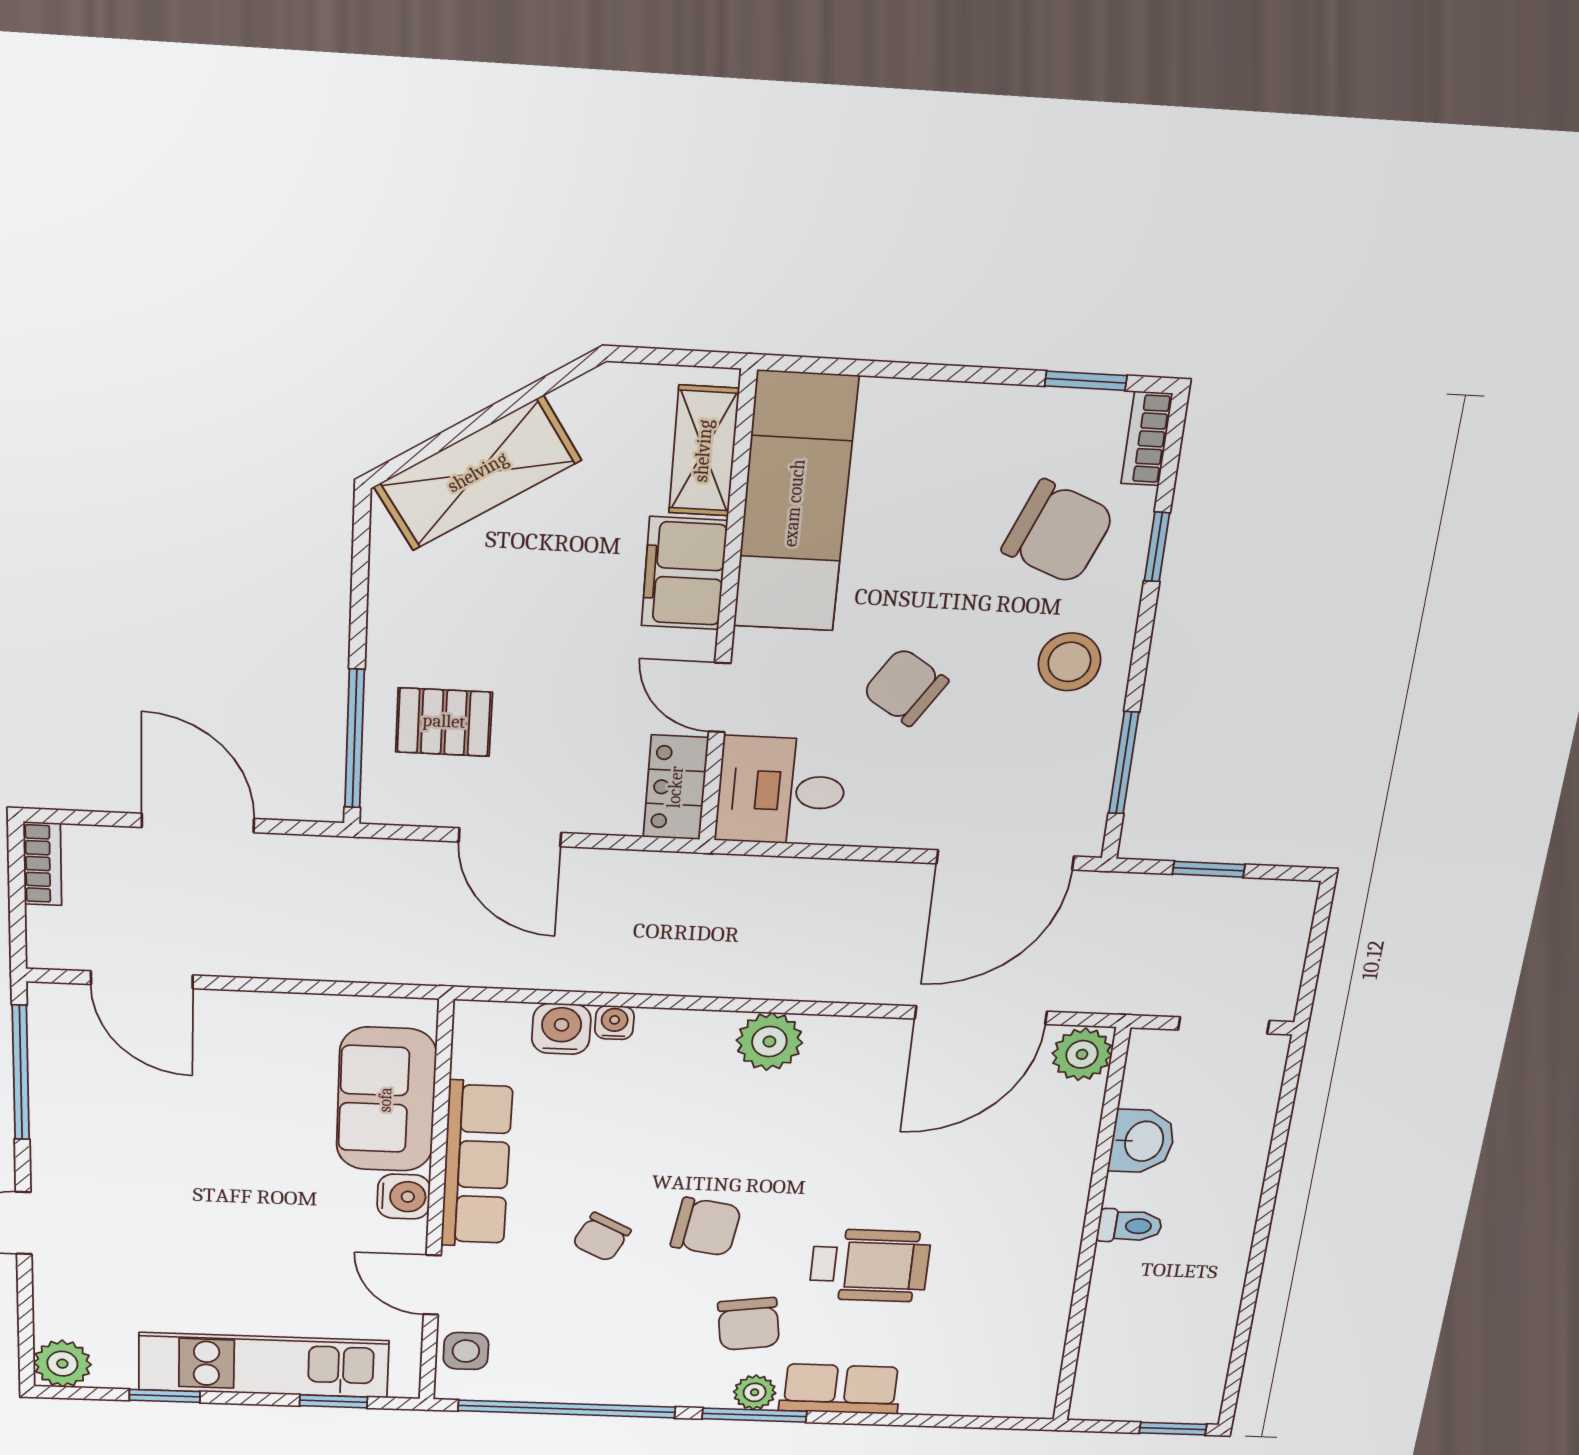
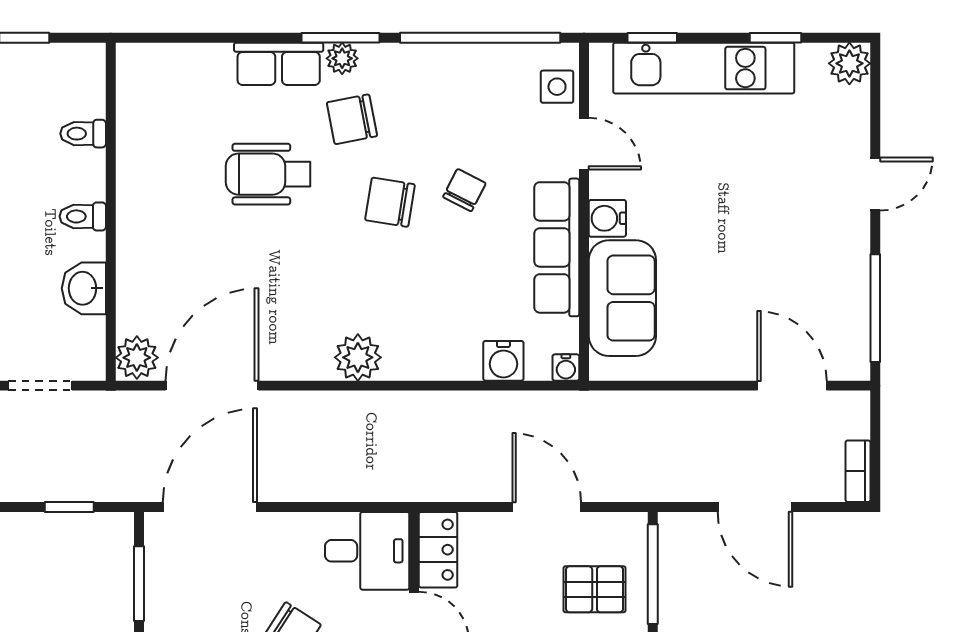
water cooler: (614, 1023) -> (566, 367), moved
toilet: (1113, 1320) -> (83, 134), added
chair: (749, 1324) -> (352, 119), turned -93

